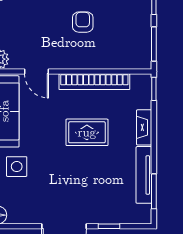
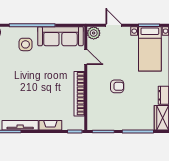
door: (37, 71) -> (86, 57), swing flipped
rug: (87, 132) -> (47, 89), removed

